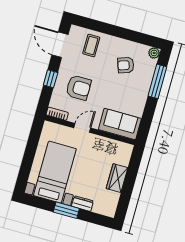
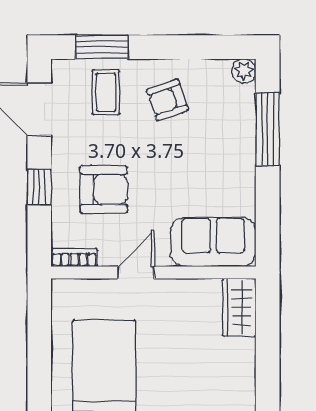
window: (95, 25) -> (102, 47), added
armchair: (126, 65) -> (168, 100), moved
wardrobe: (117, 178) -> (239, 307), moved

